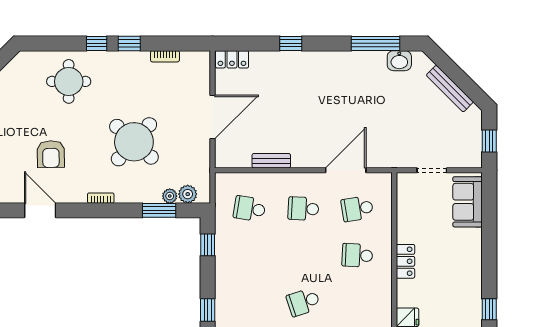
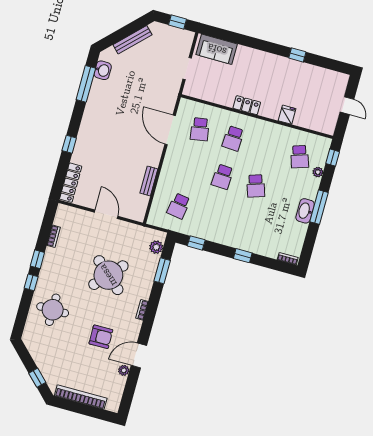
locker: (232, 59) -> (71, 183), width x1.53
door: (213, 117) -> (106, 214), width x0.73
plant: (170, 196) -> (124, 370), moved
school desk: (303, 209) -> (223, 177), moved

